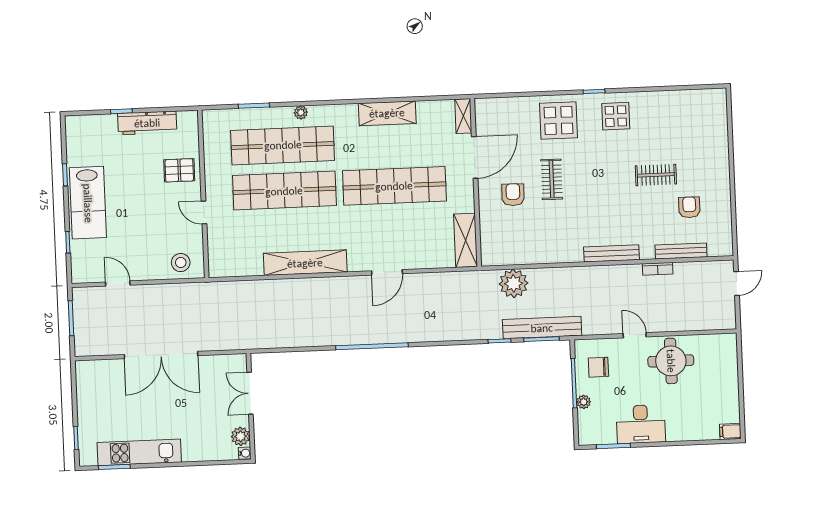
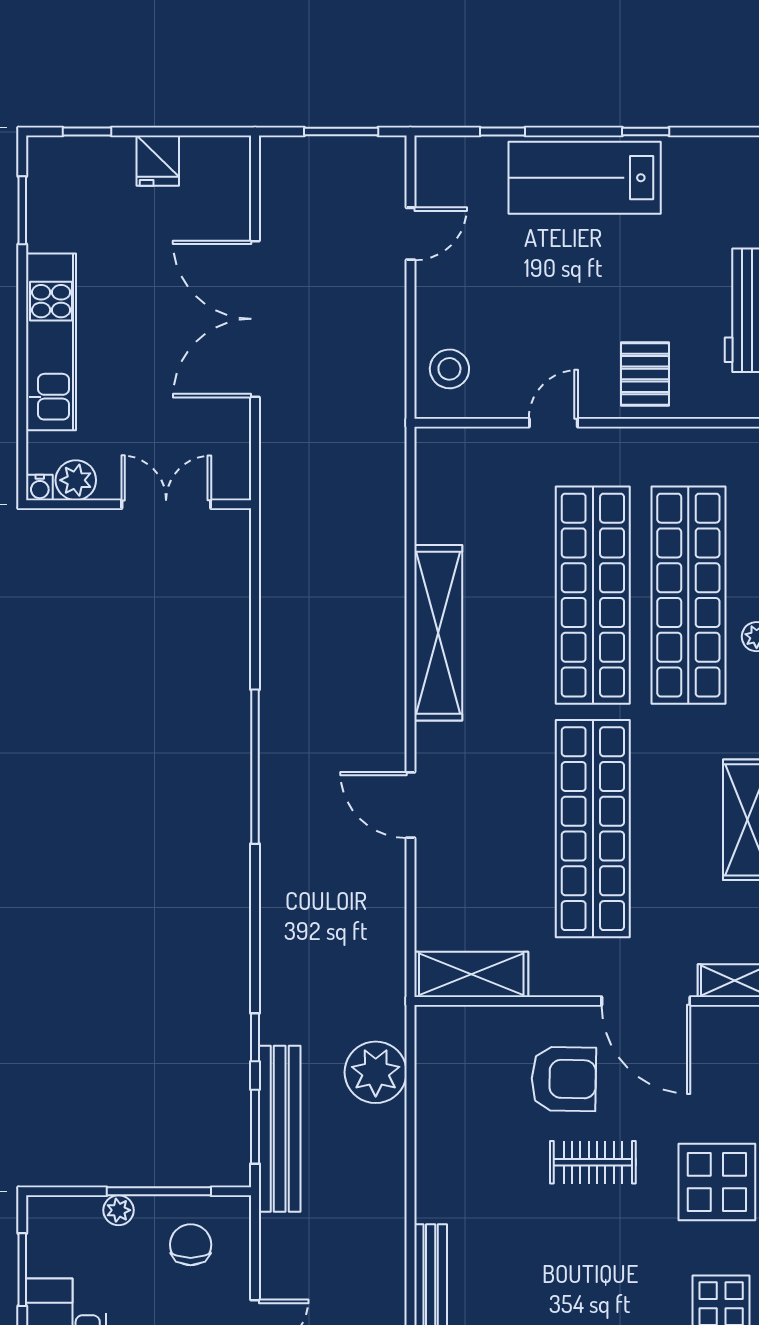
armchair: (513, 195) -> (564, 1079), width x1.38, depth x1.38
fridge: (88, 404) -> (158, 161), added
kitchen unit: (139, 452) -> (51, 342), moved

